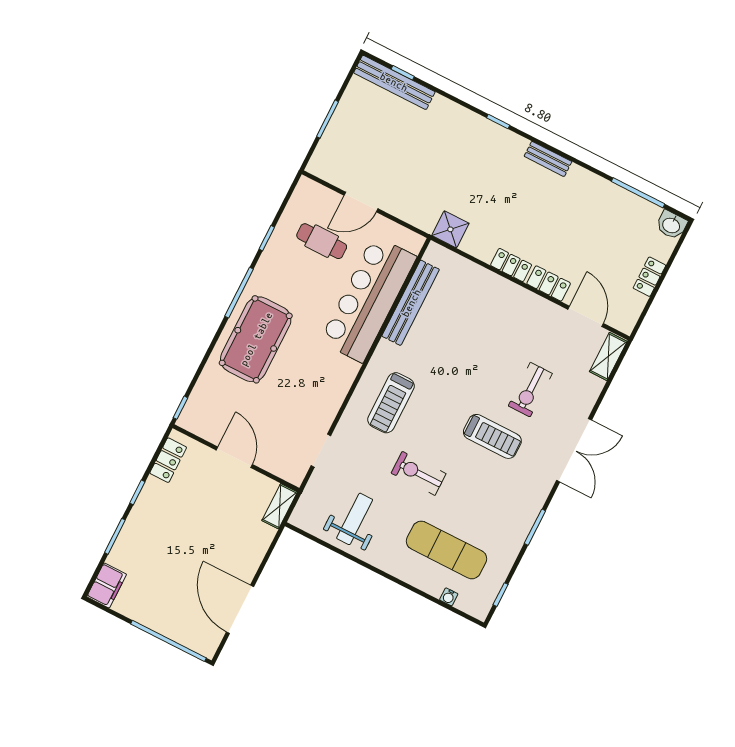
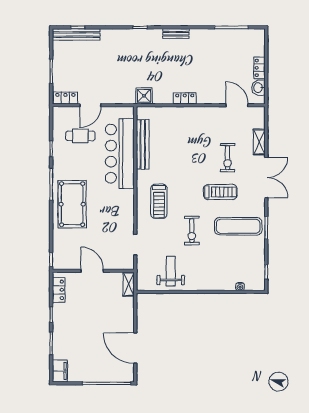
washbasin: (671, 225) -> (258, 88), moved, turned 90
locker: (549, 283) -> (65, 98), moved
shelving: (608, 357) -> (259, 142), moved
exercise bike: (419, 473) -> (192, 231), turned -90
exercise mat: (447, 550) -> (238, 226), moved

